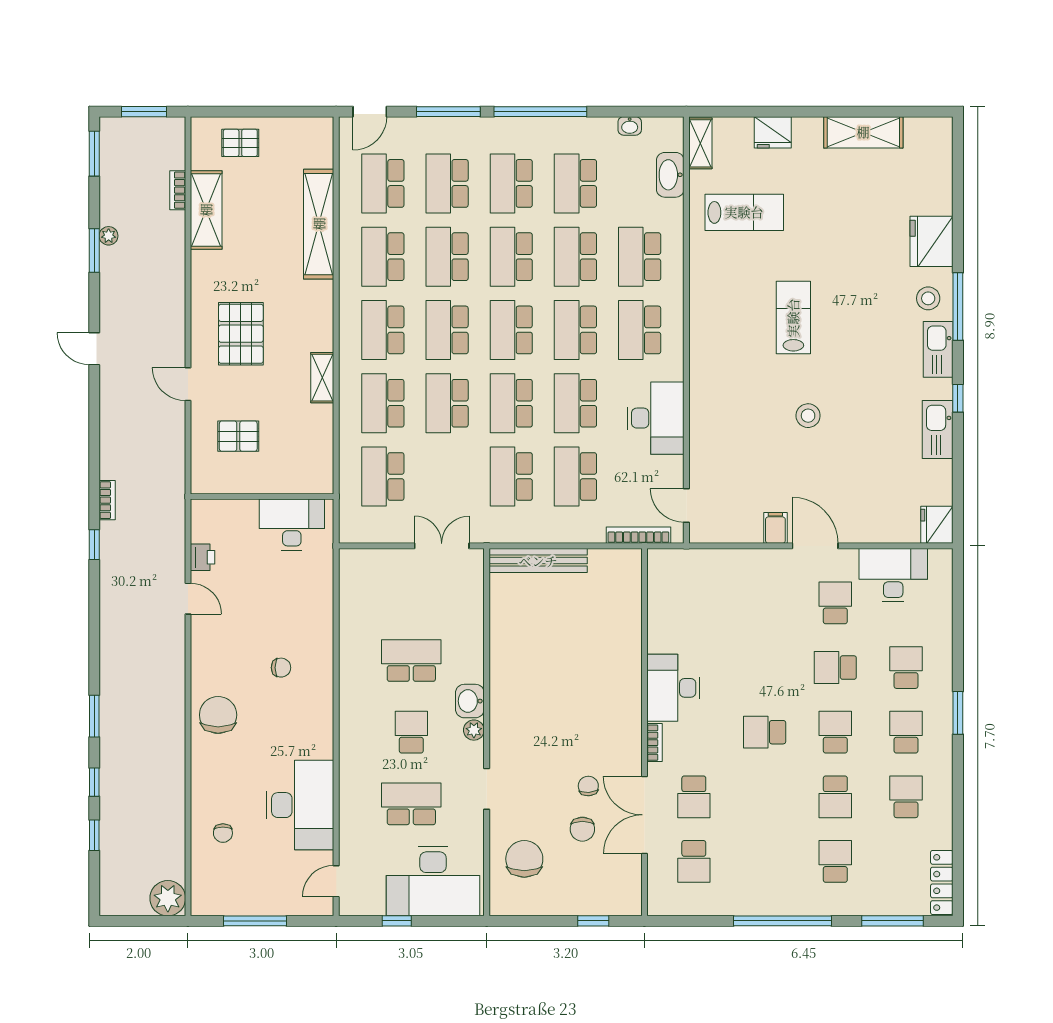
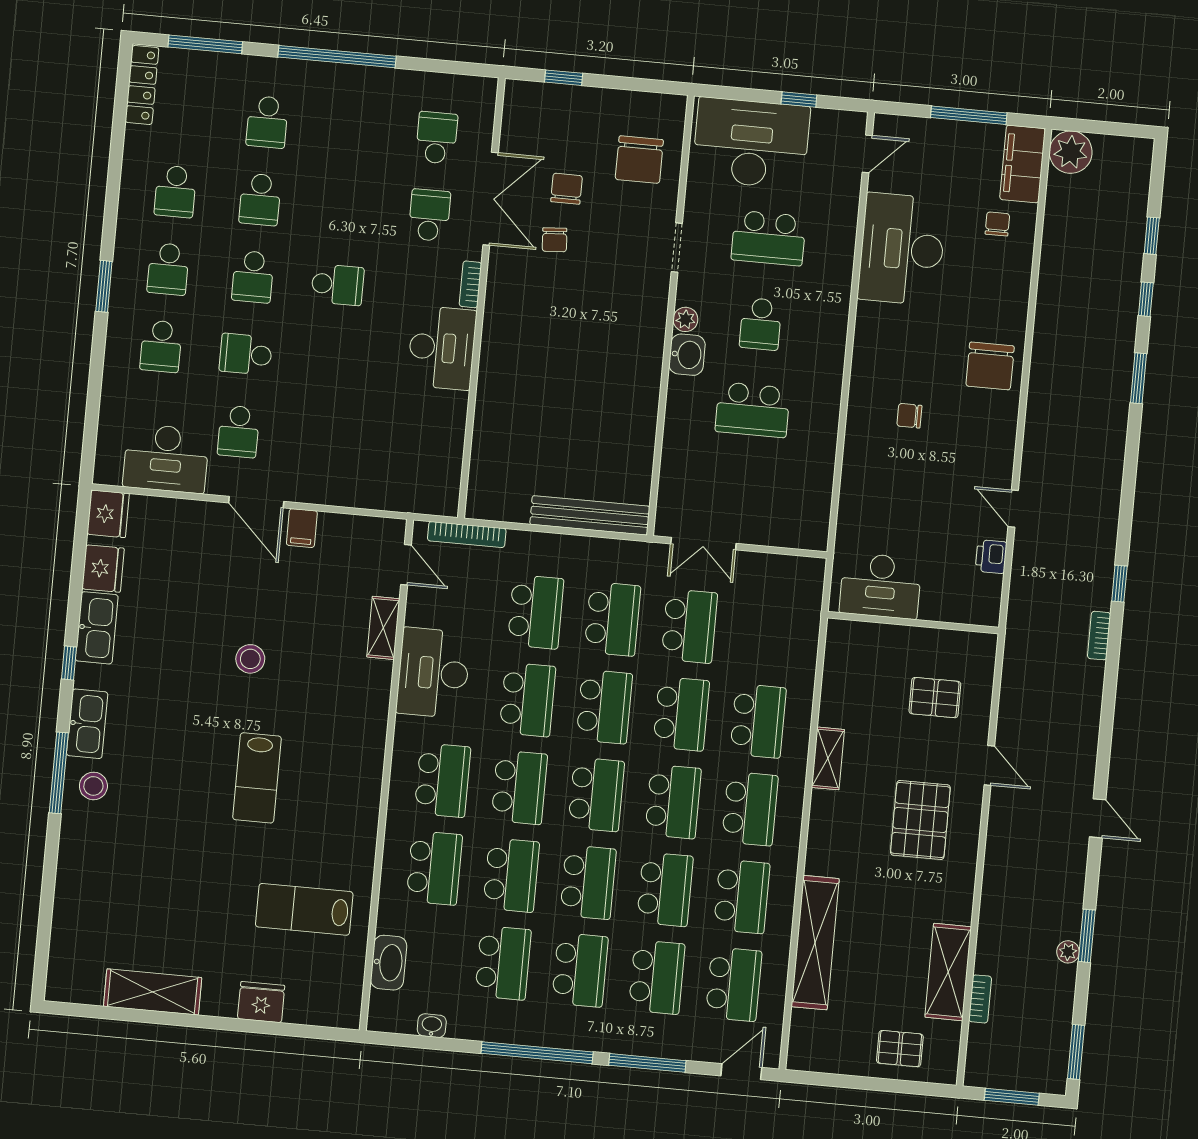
shelving: (700, 143) -> (383, 628), moved
fridge: (931, 241) -> (103, 569), moved, width x0.73, depth x0.75
school desk: (383, 477) -> (689, 626), moved
school desk: (835, 668) -> (246, 354), turned 180
school desk: (835, 797) -> (260, 199), turned 180
filing cabinet: (207, 885) -> (1023, 164), added

